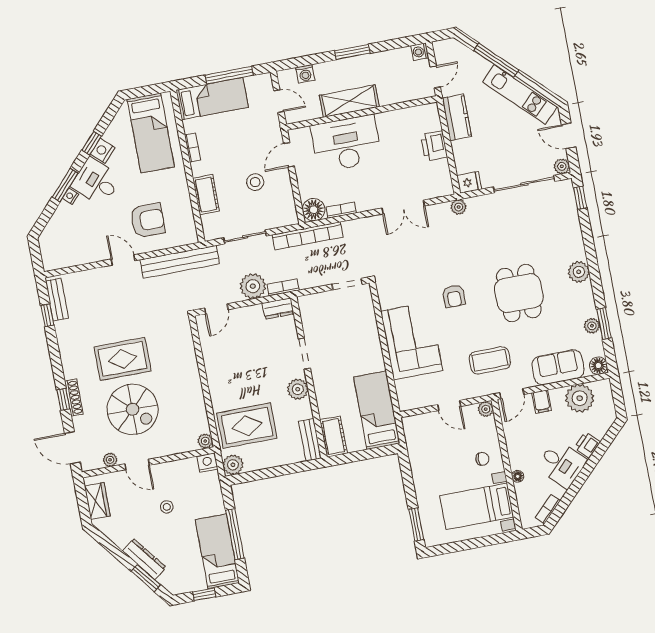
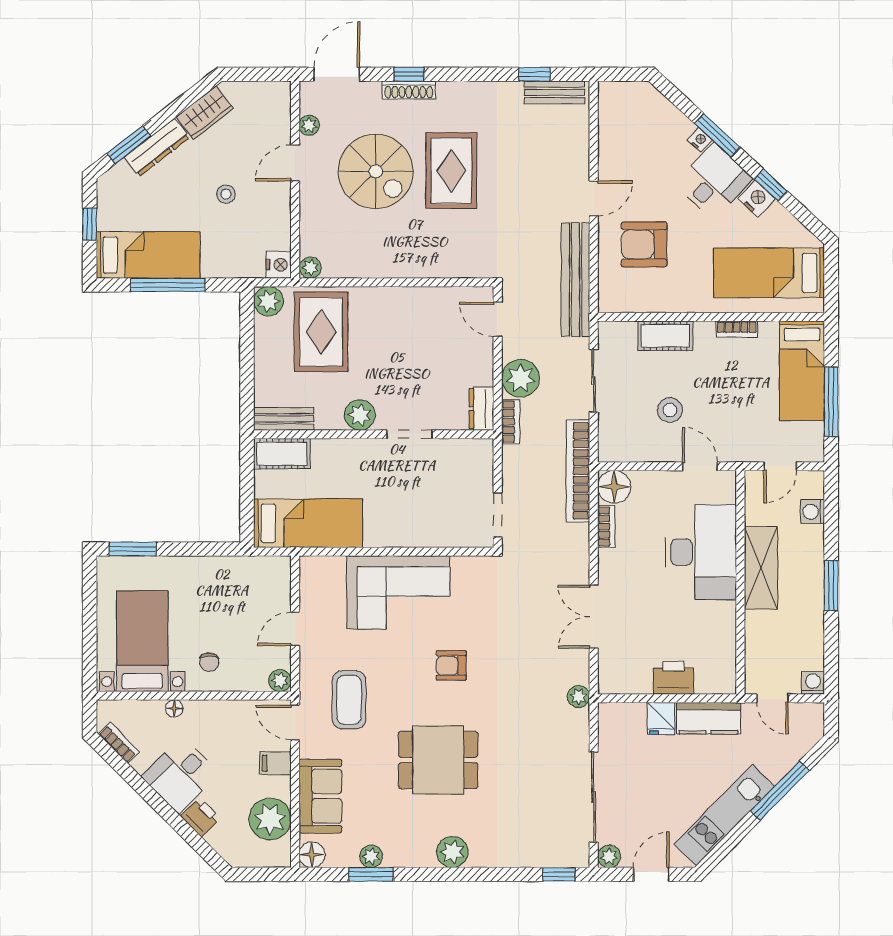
fridge: (469, 182) -> (661, 718), moved
armchair: (147, 220) -> (644, 244), turned 90
spiral stairs: (133, 409) -> (376, 171), turned -90
wardrobe: (97, 501) -> (205, 113), moved, turned -38

